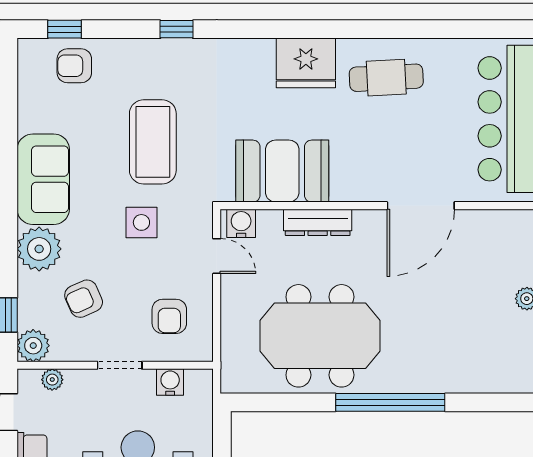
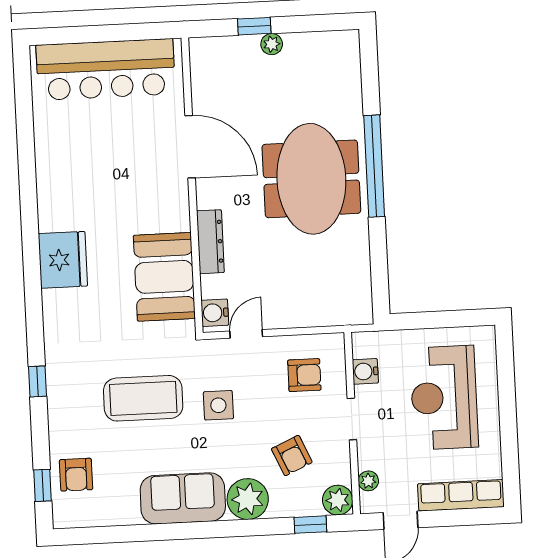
cafe table: (386, 78) -> (73, 185), removed
meeting table: (320, 336) -> (311, 179), moved

